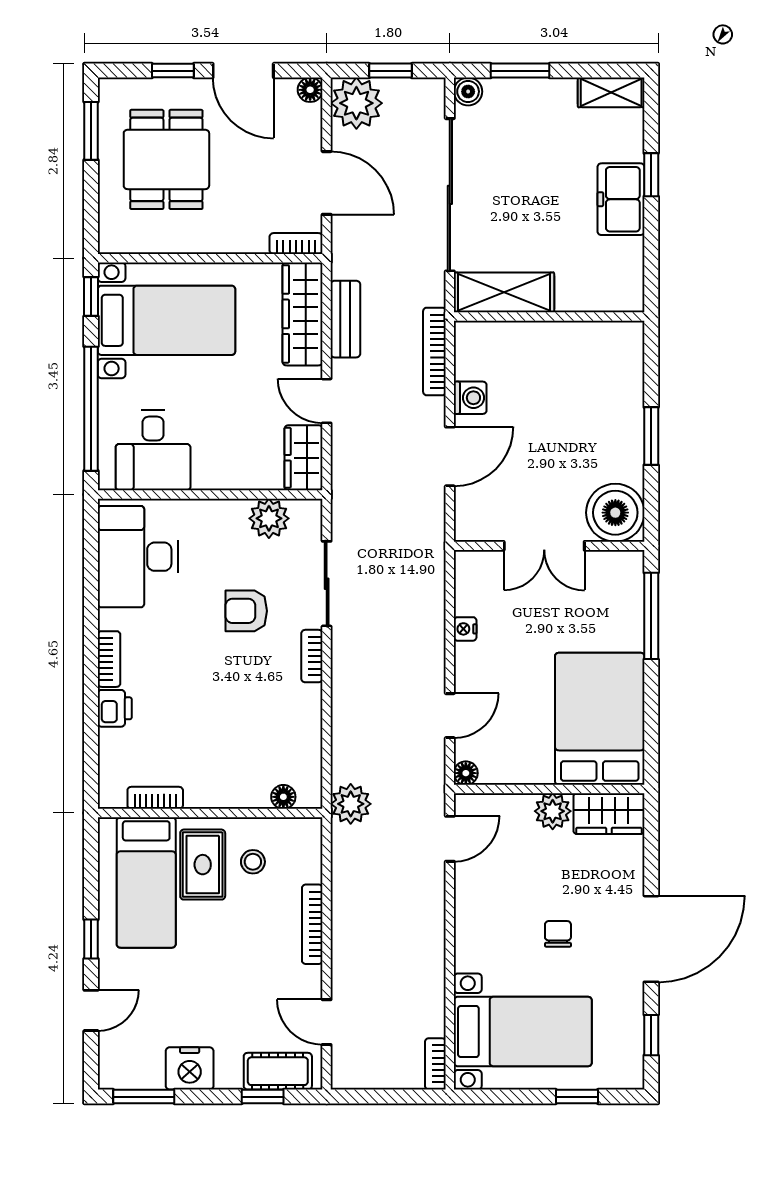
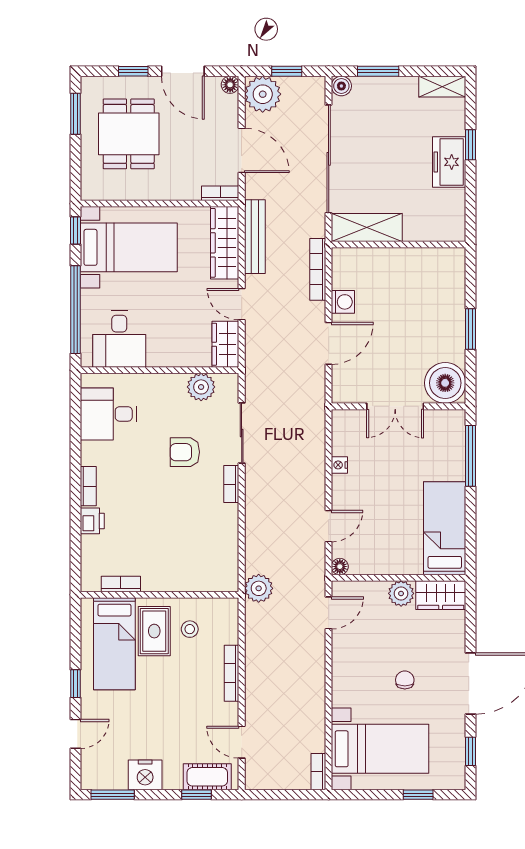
bench: (345, 319) -> (255, 237), width x1.36
desk: (138, 557) -> (109, 414), width x0.73
bed: (600, 719) -> (445, 528), width x0.67
floor lamp: (283, 797) -> (211, 583), removed

